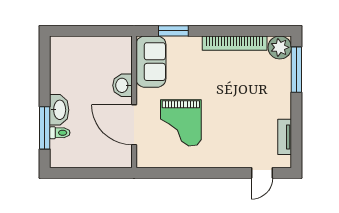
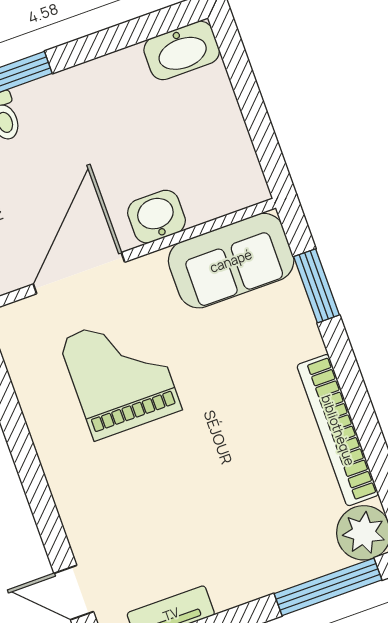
washbasin: (59, 110) -> (182, 50), moved
grand piano: (181, 123) -> (120, 375), turned 90

